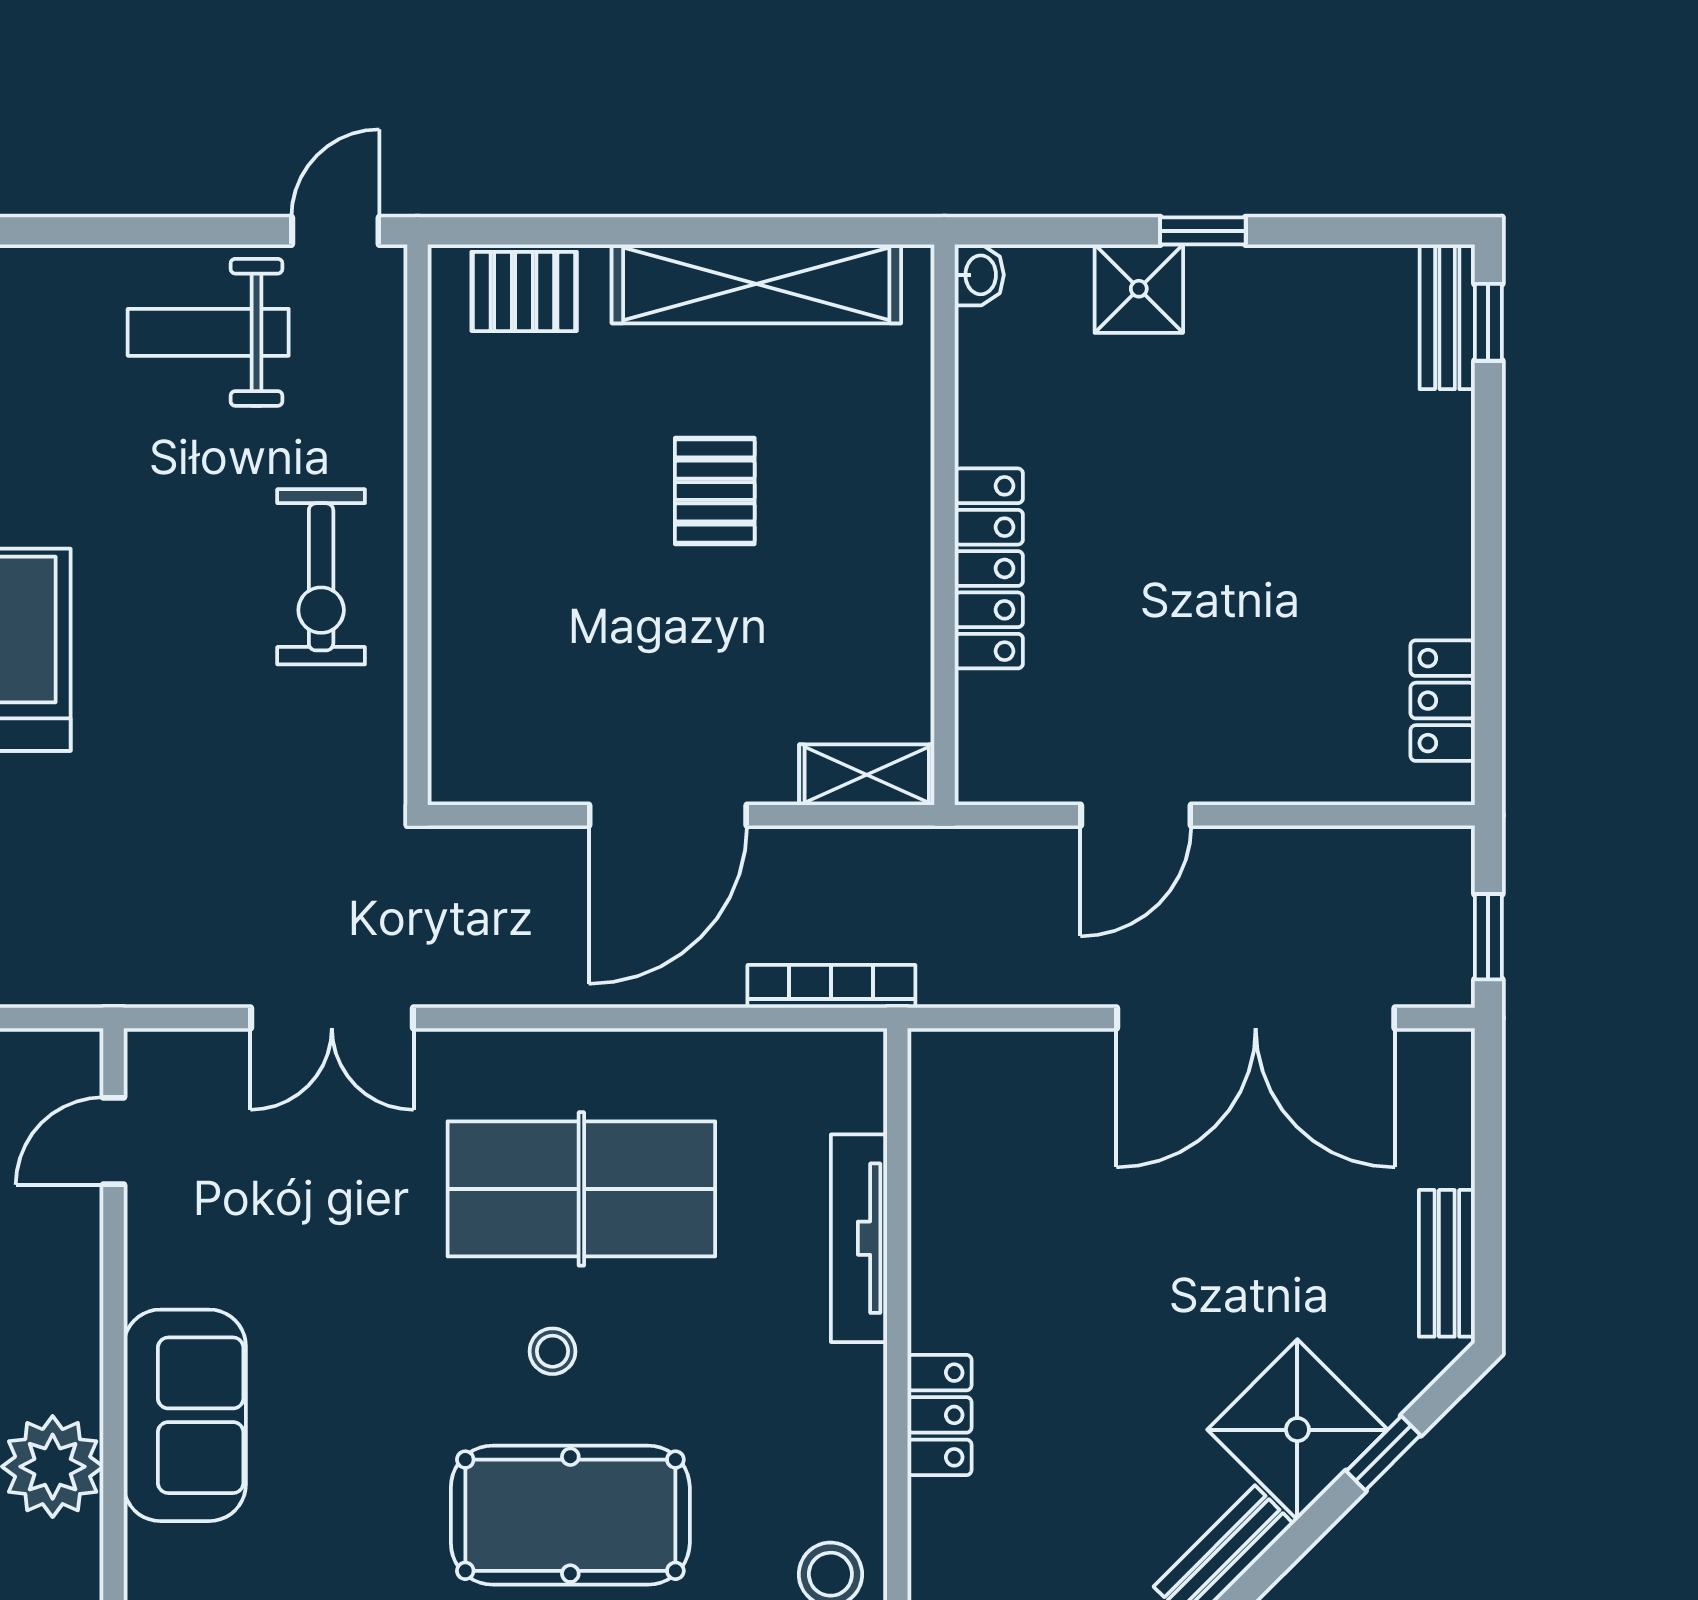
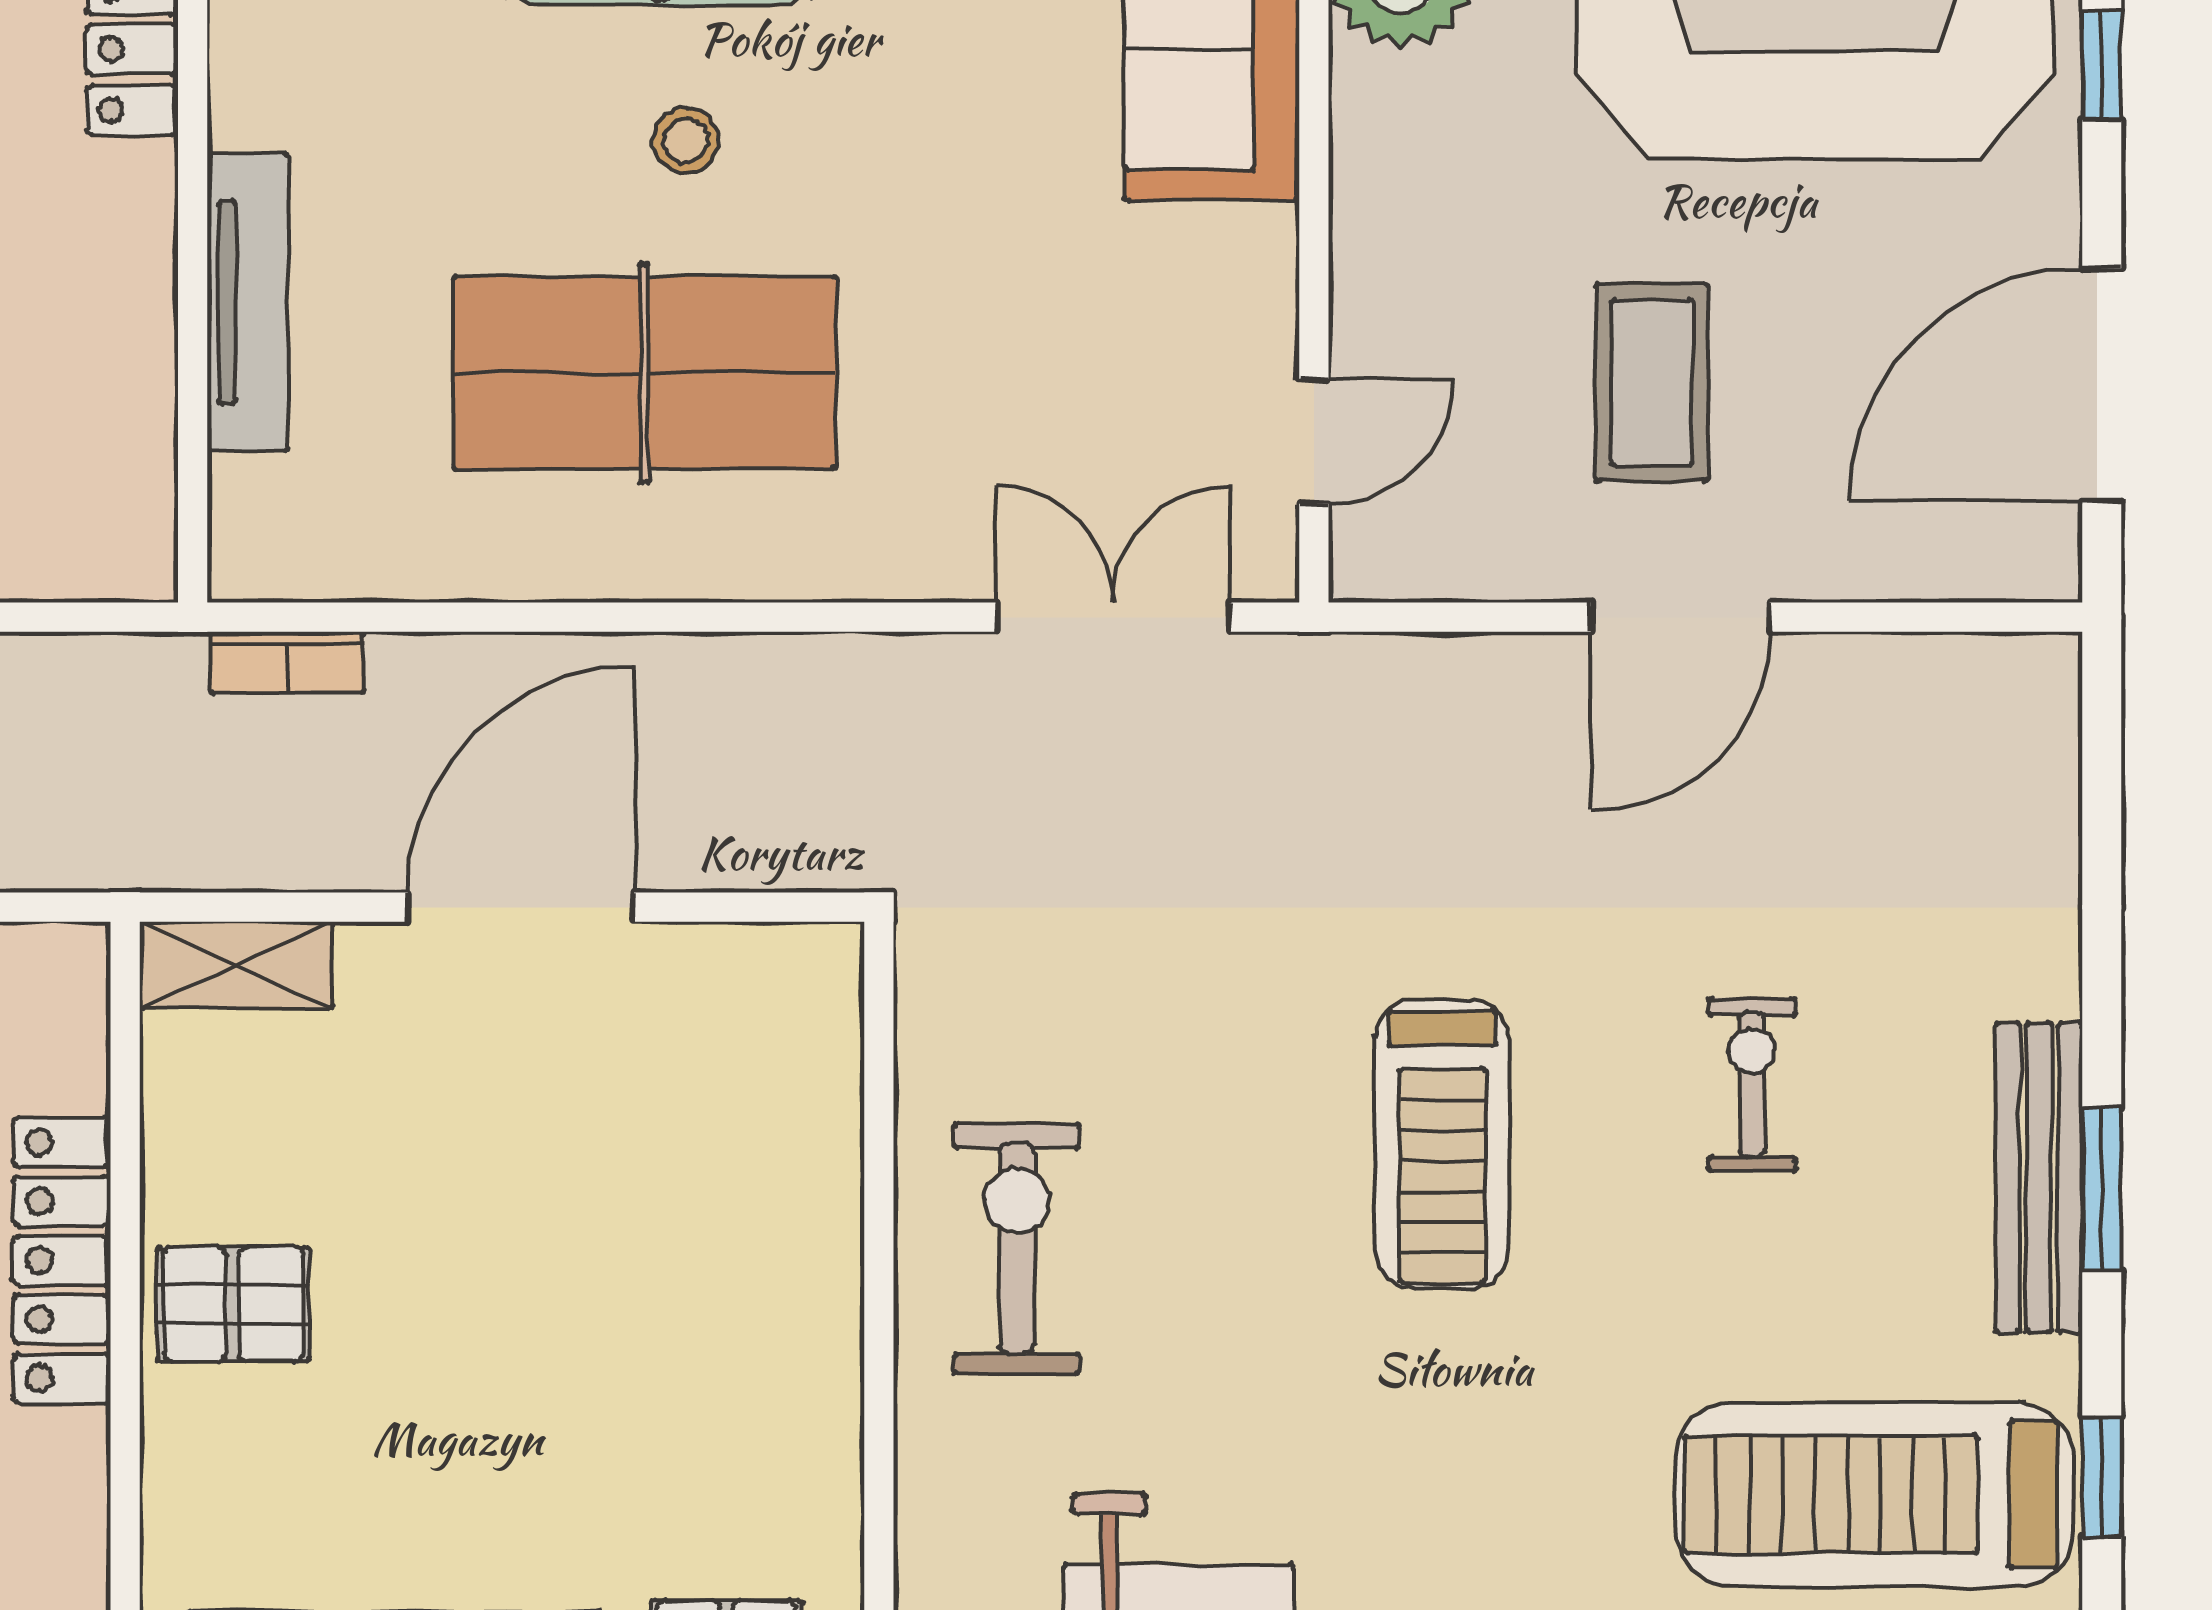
pallet: (715, 491) -> (233, 1304), moved, turned 90
bookcase: (831, 986) -> (287, 662), width x0.64
double door: (332, 1018) -> (1113, 617), moved

